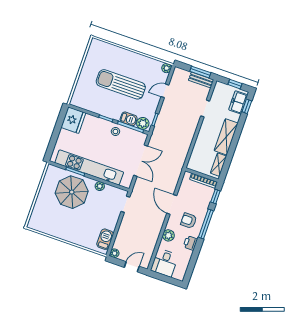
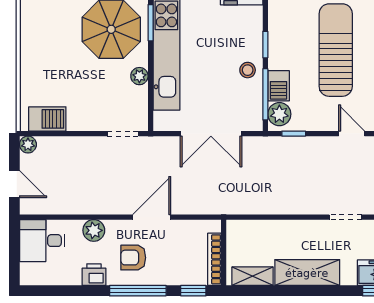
armchair: (189, 221) -> (133, 258), turned -90

